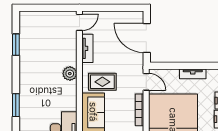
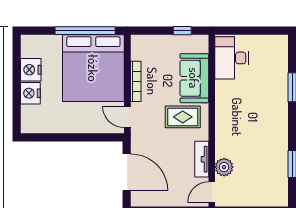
plant: (70, 74) -> (224, 167), moved
tv unit: (193, 74) -> (68, 127), removed

